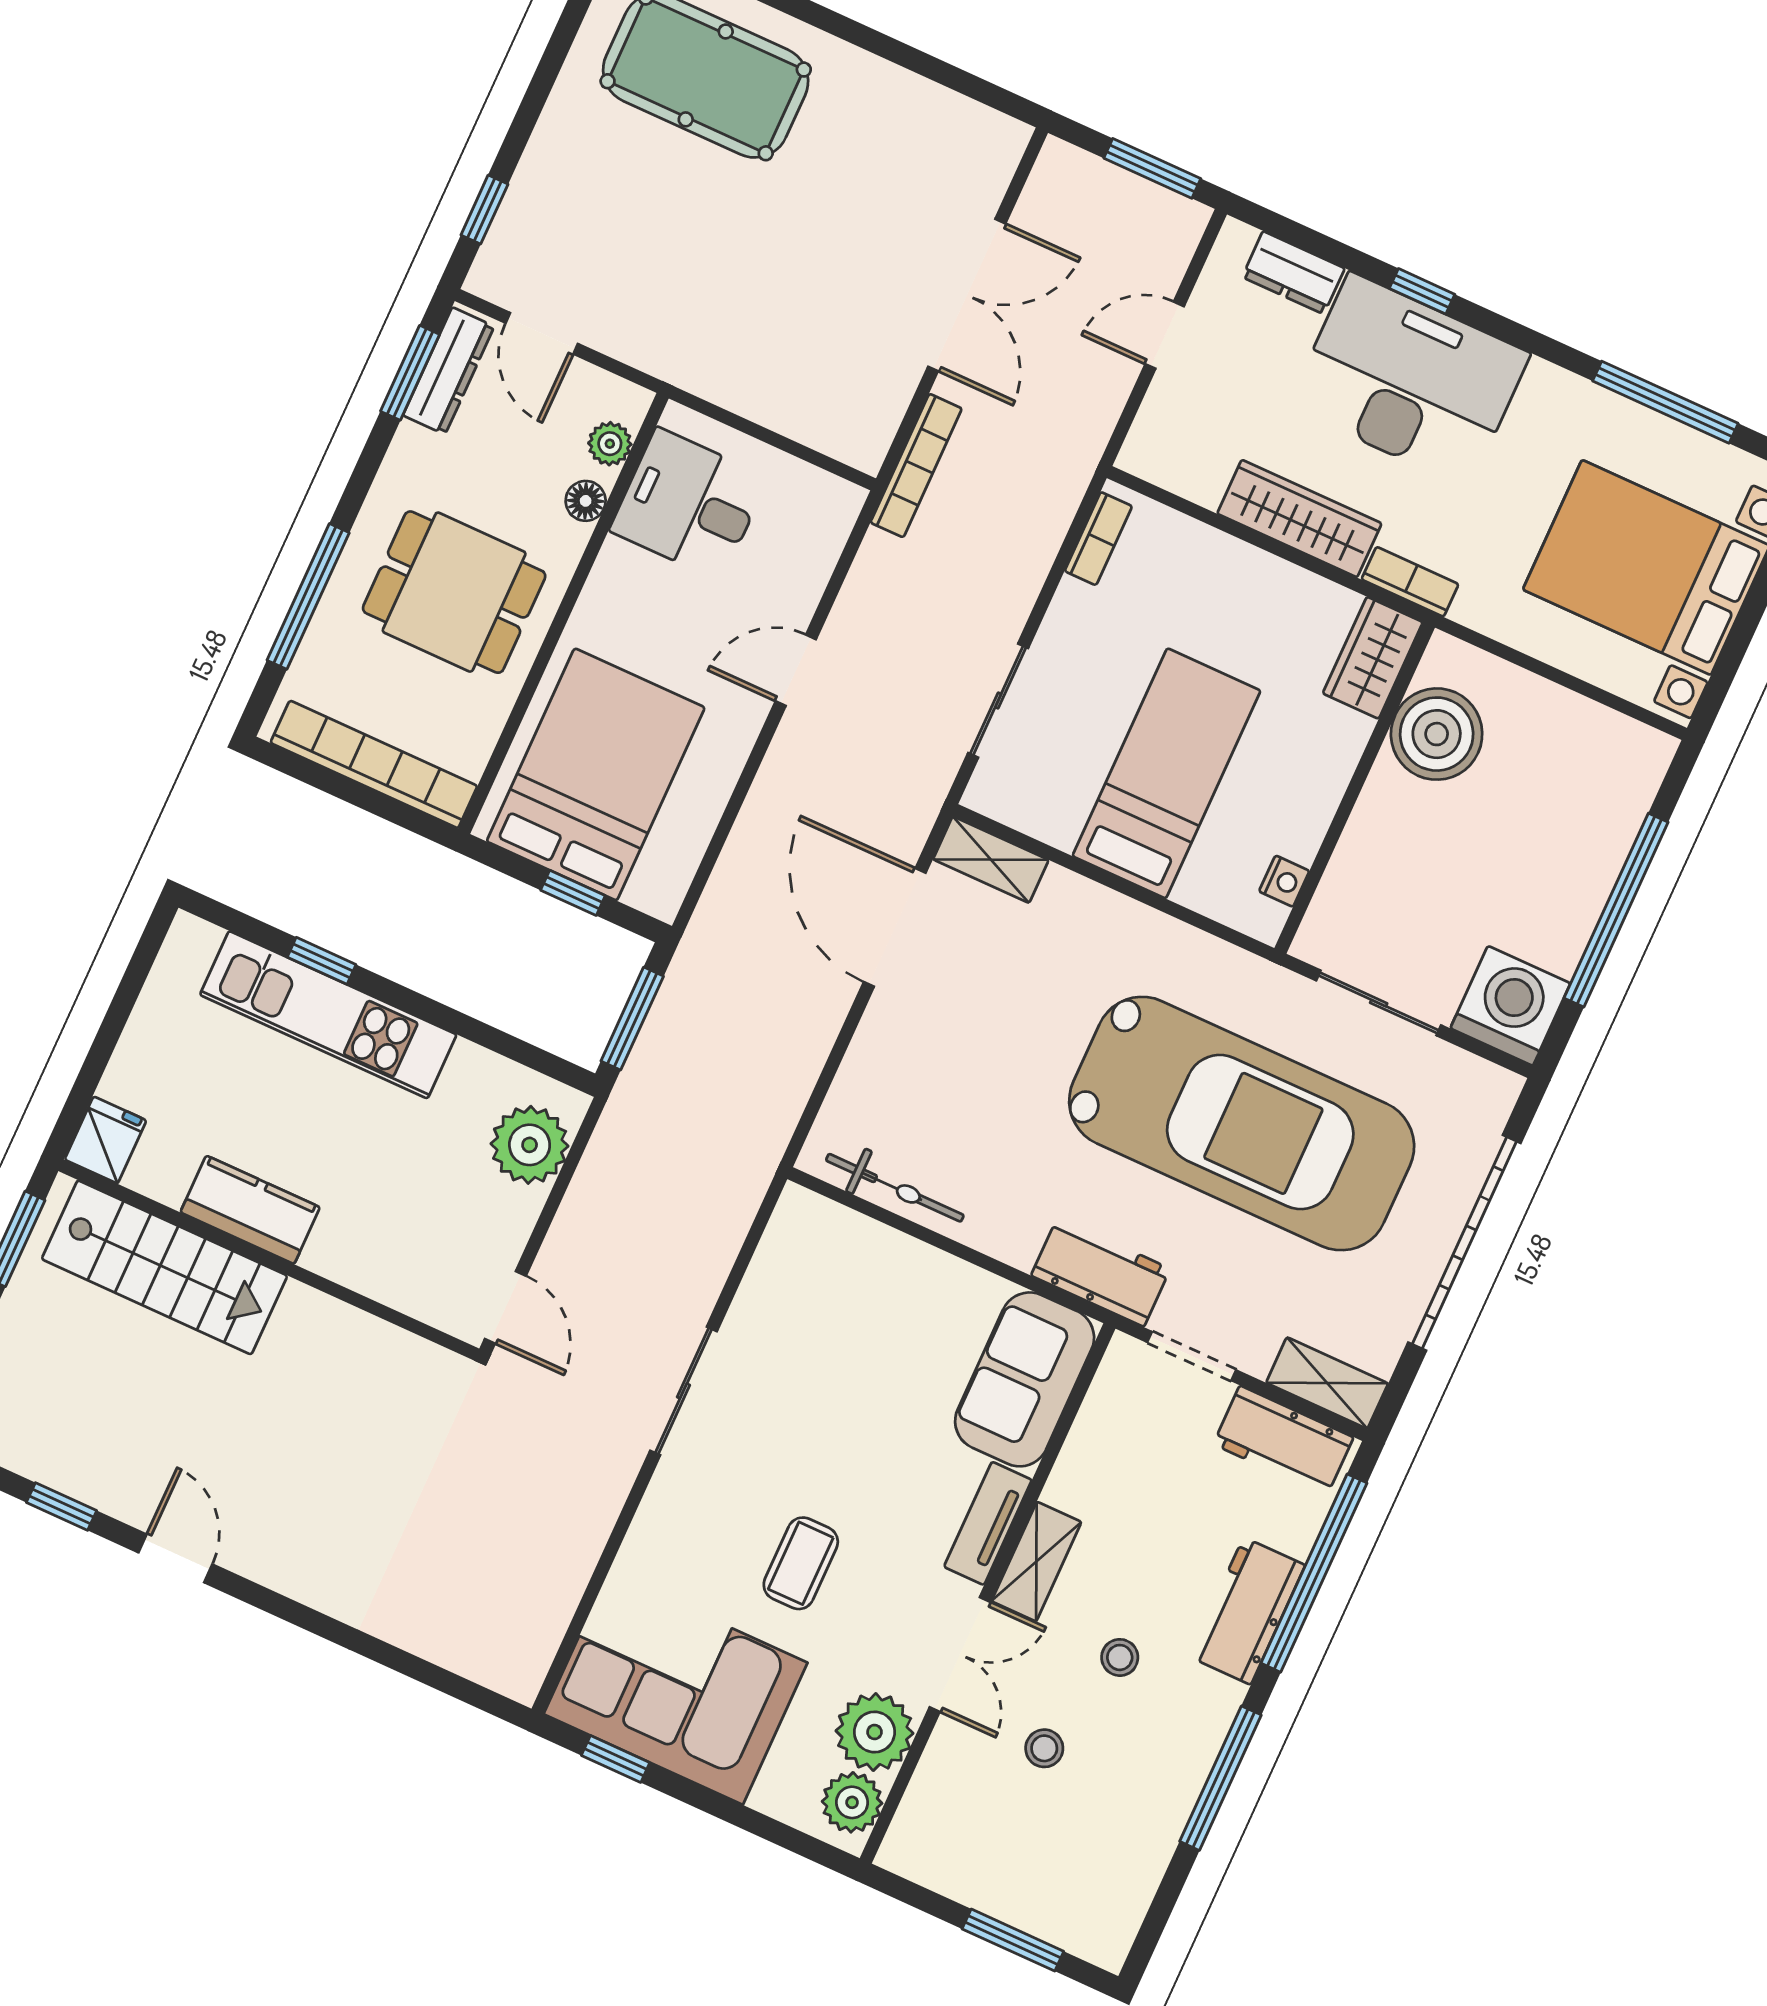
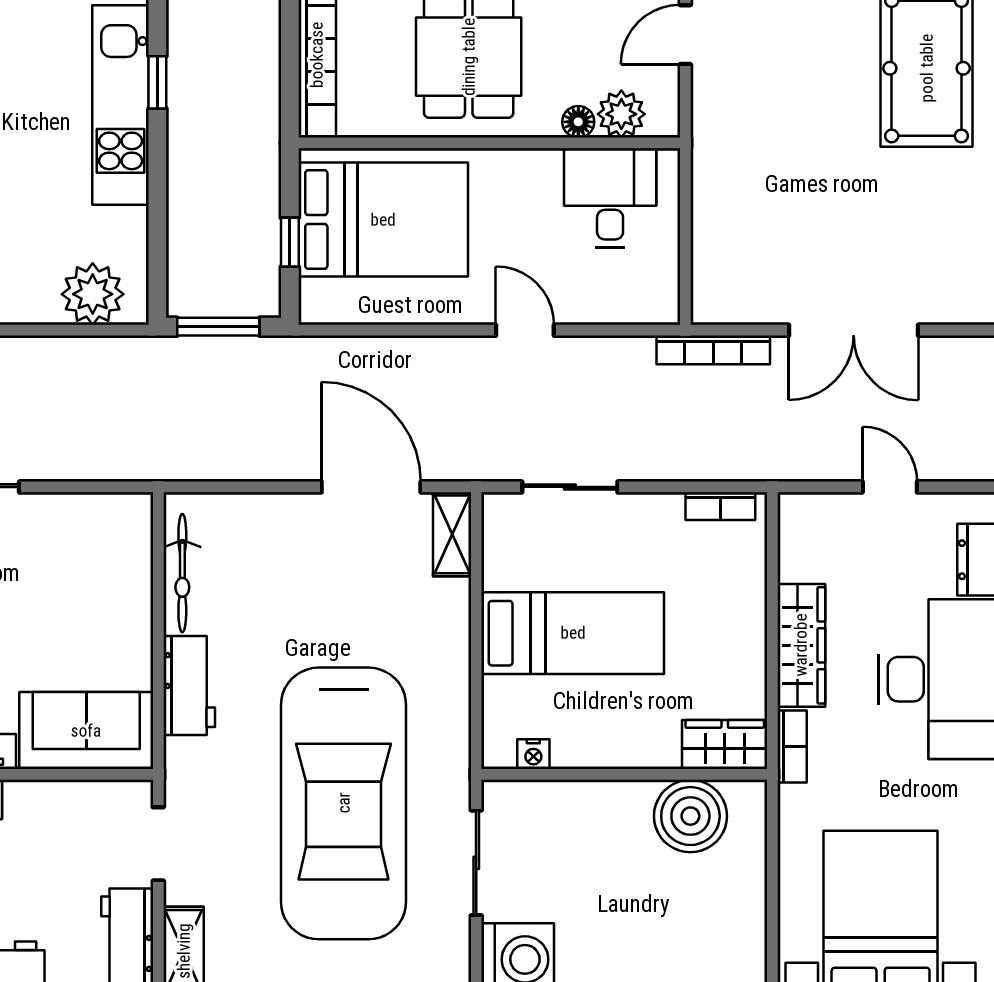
plant: (610, 444) -> (621, 114), width x1.38, depth x1.38
door: (895, 927) -> (371, 487), hinge flipped
workbench: (1101, 1272) -> (189, 685), moved

